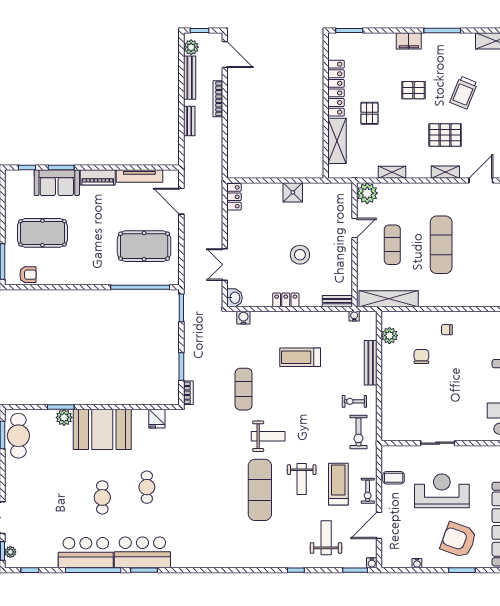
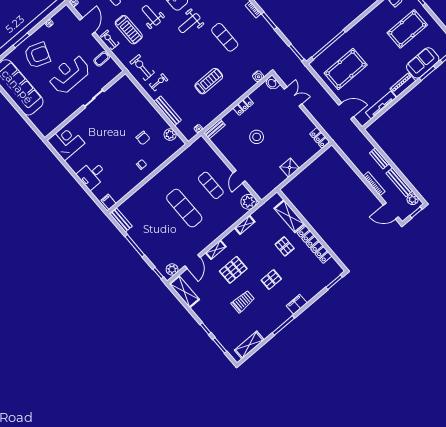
trolley: (464, 93) -> (243, 302), turned 68
shelving: (389, 299) -> (188, 154), removed
reception desk: (442, 491) -> (69, 74), turned 180

